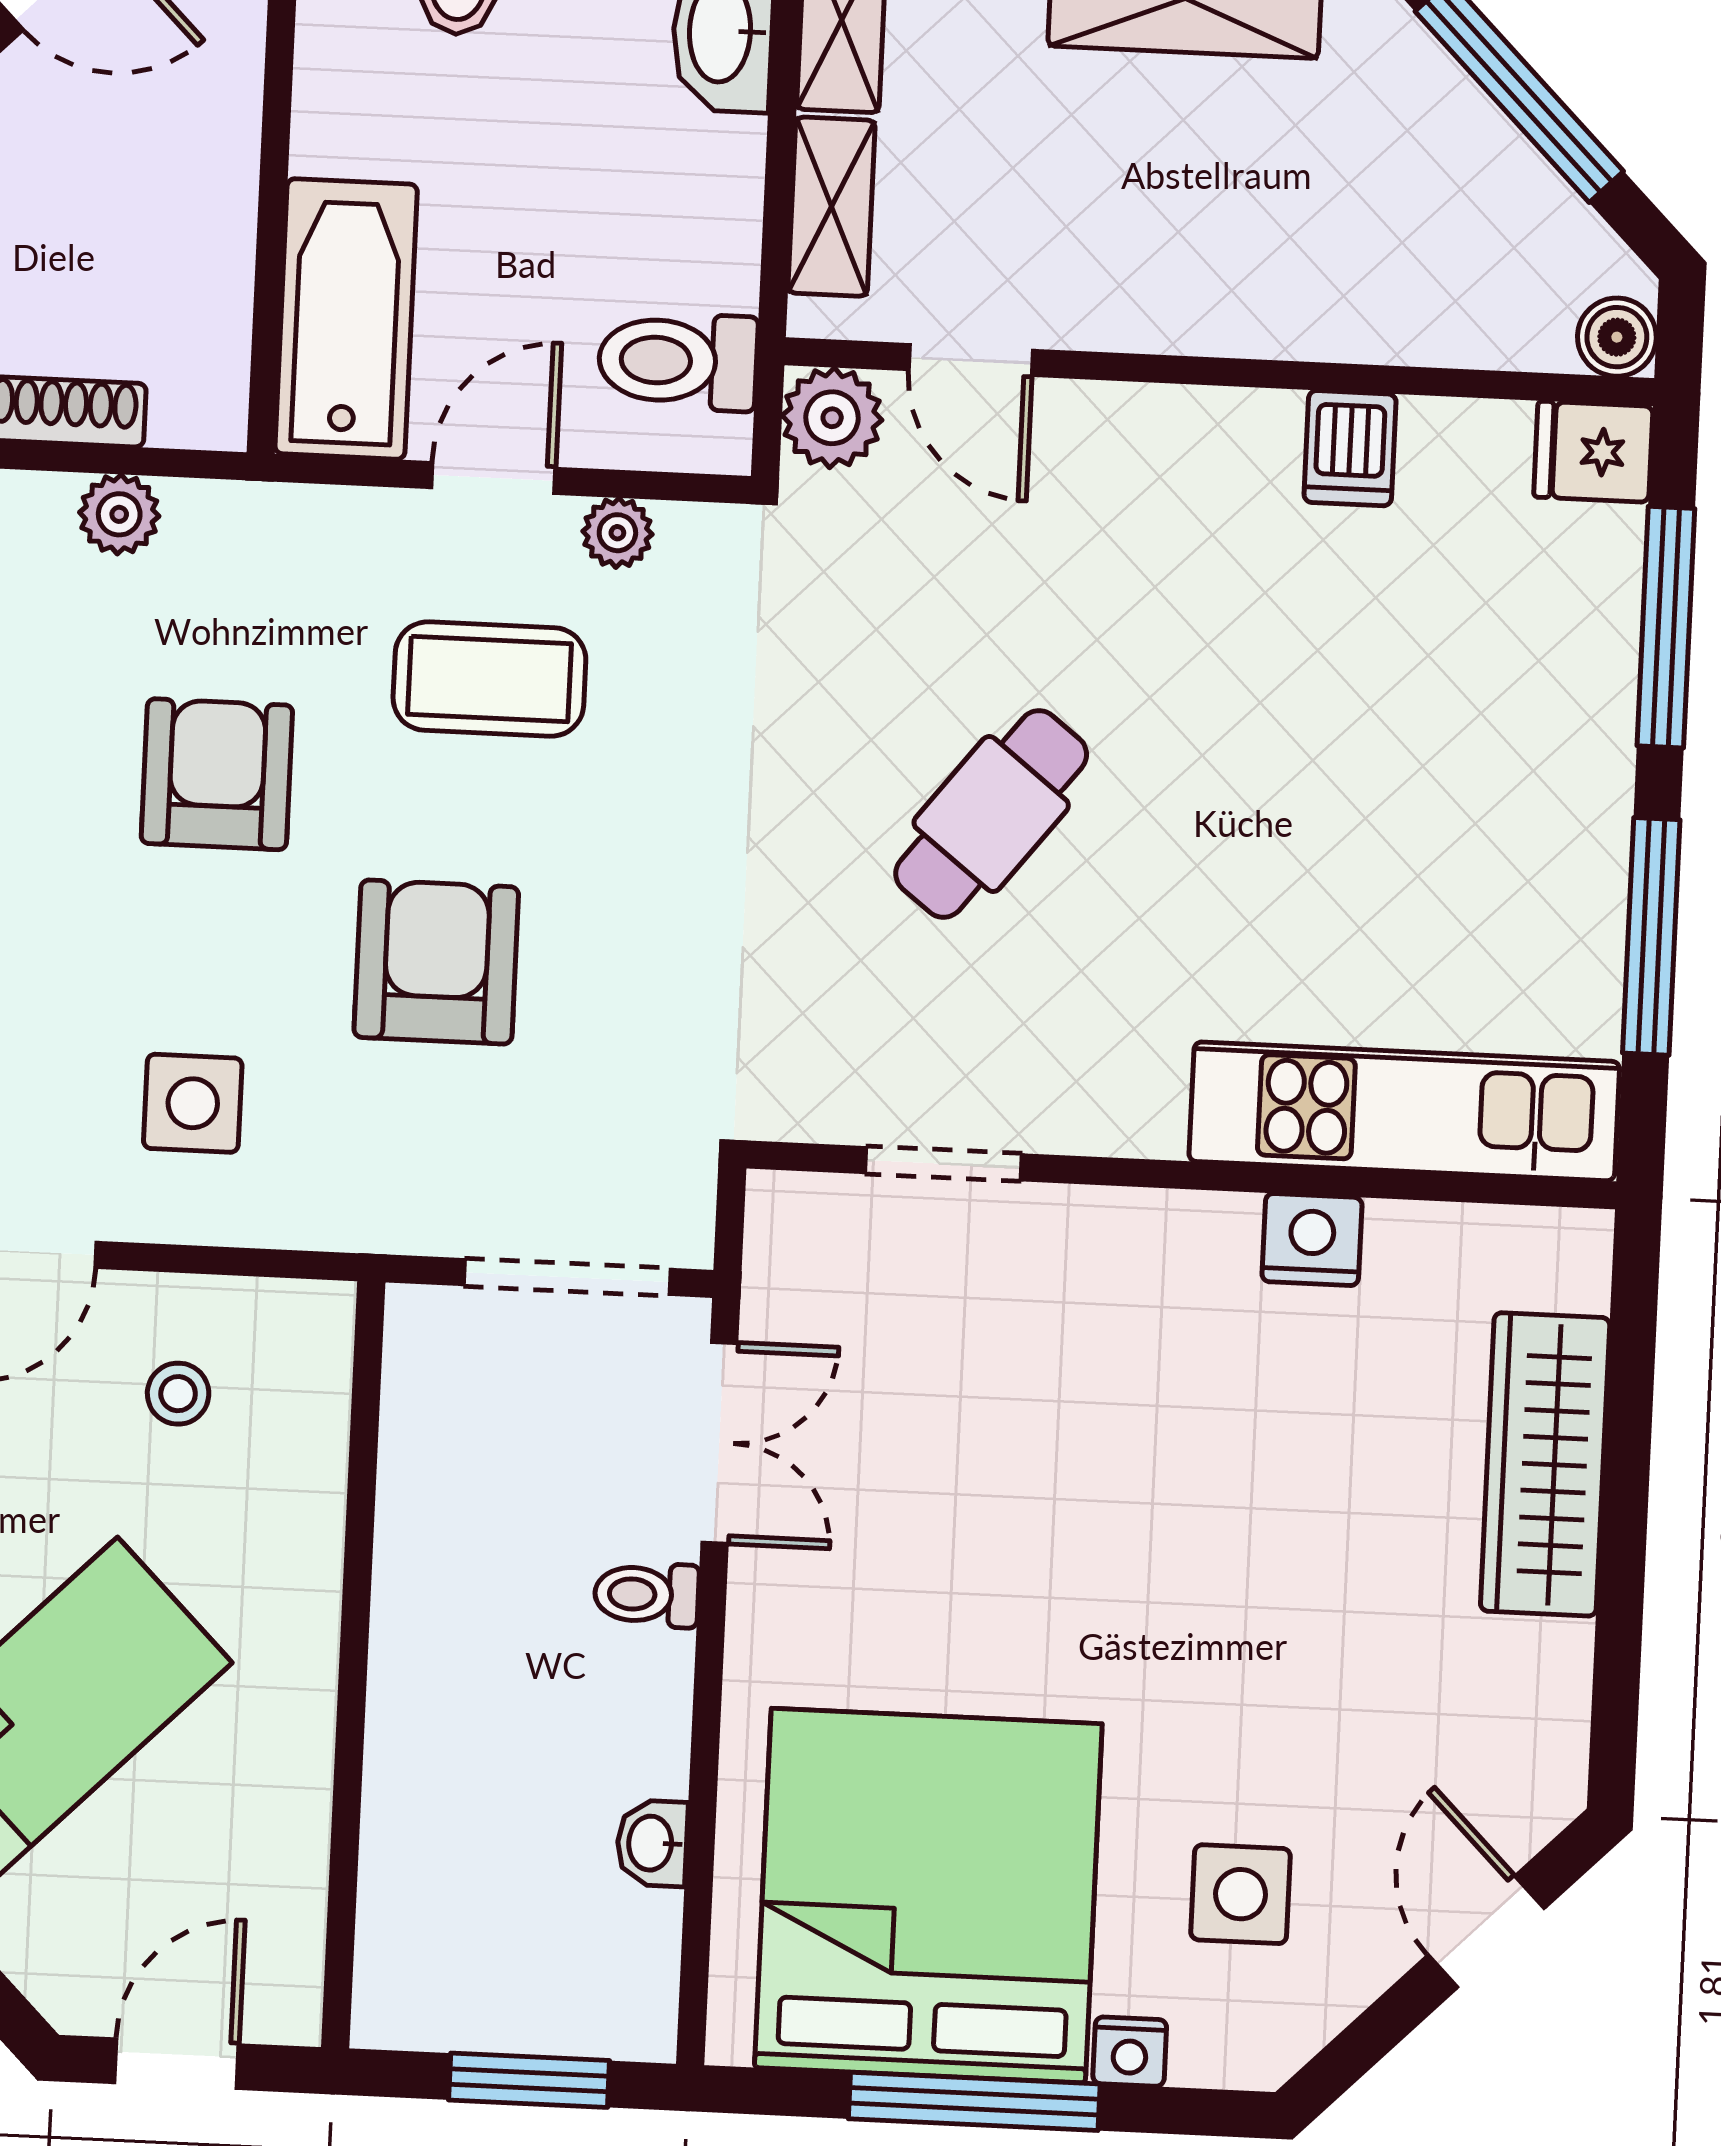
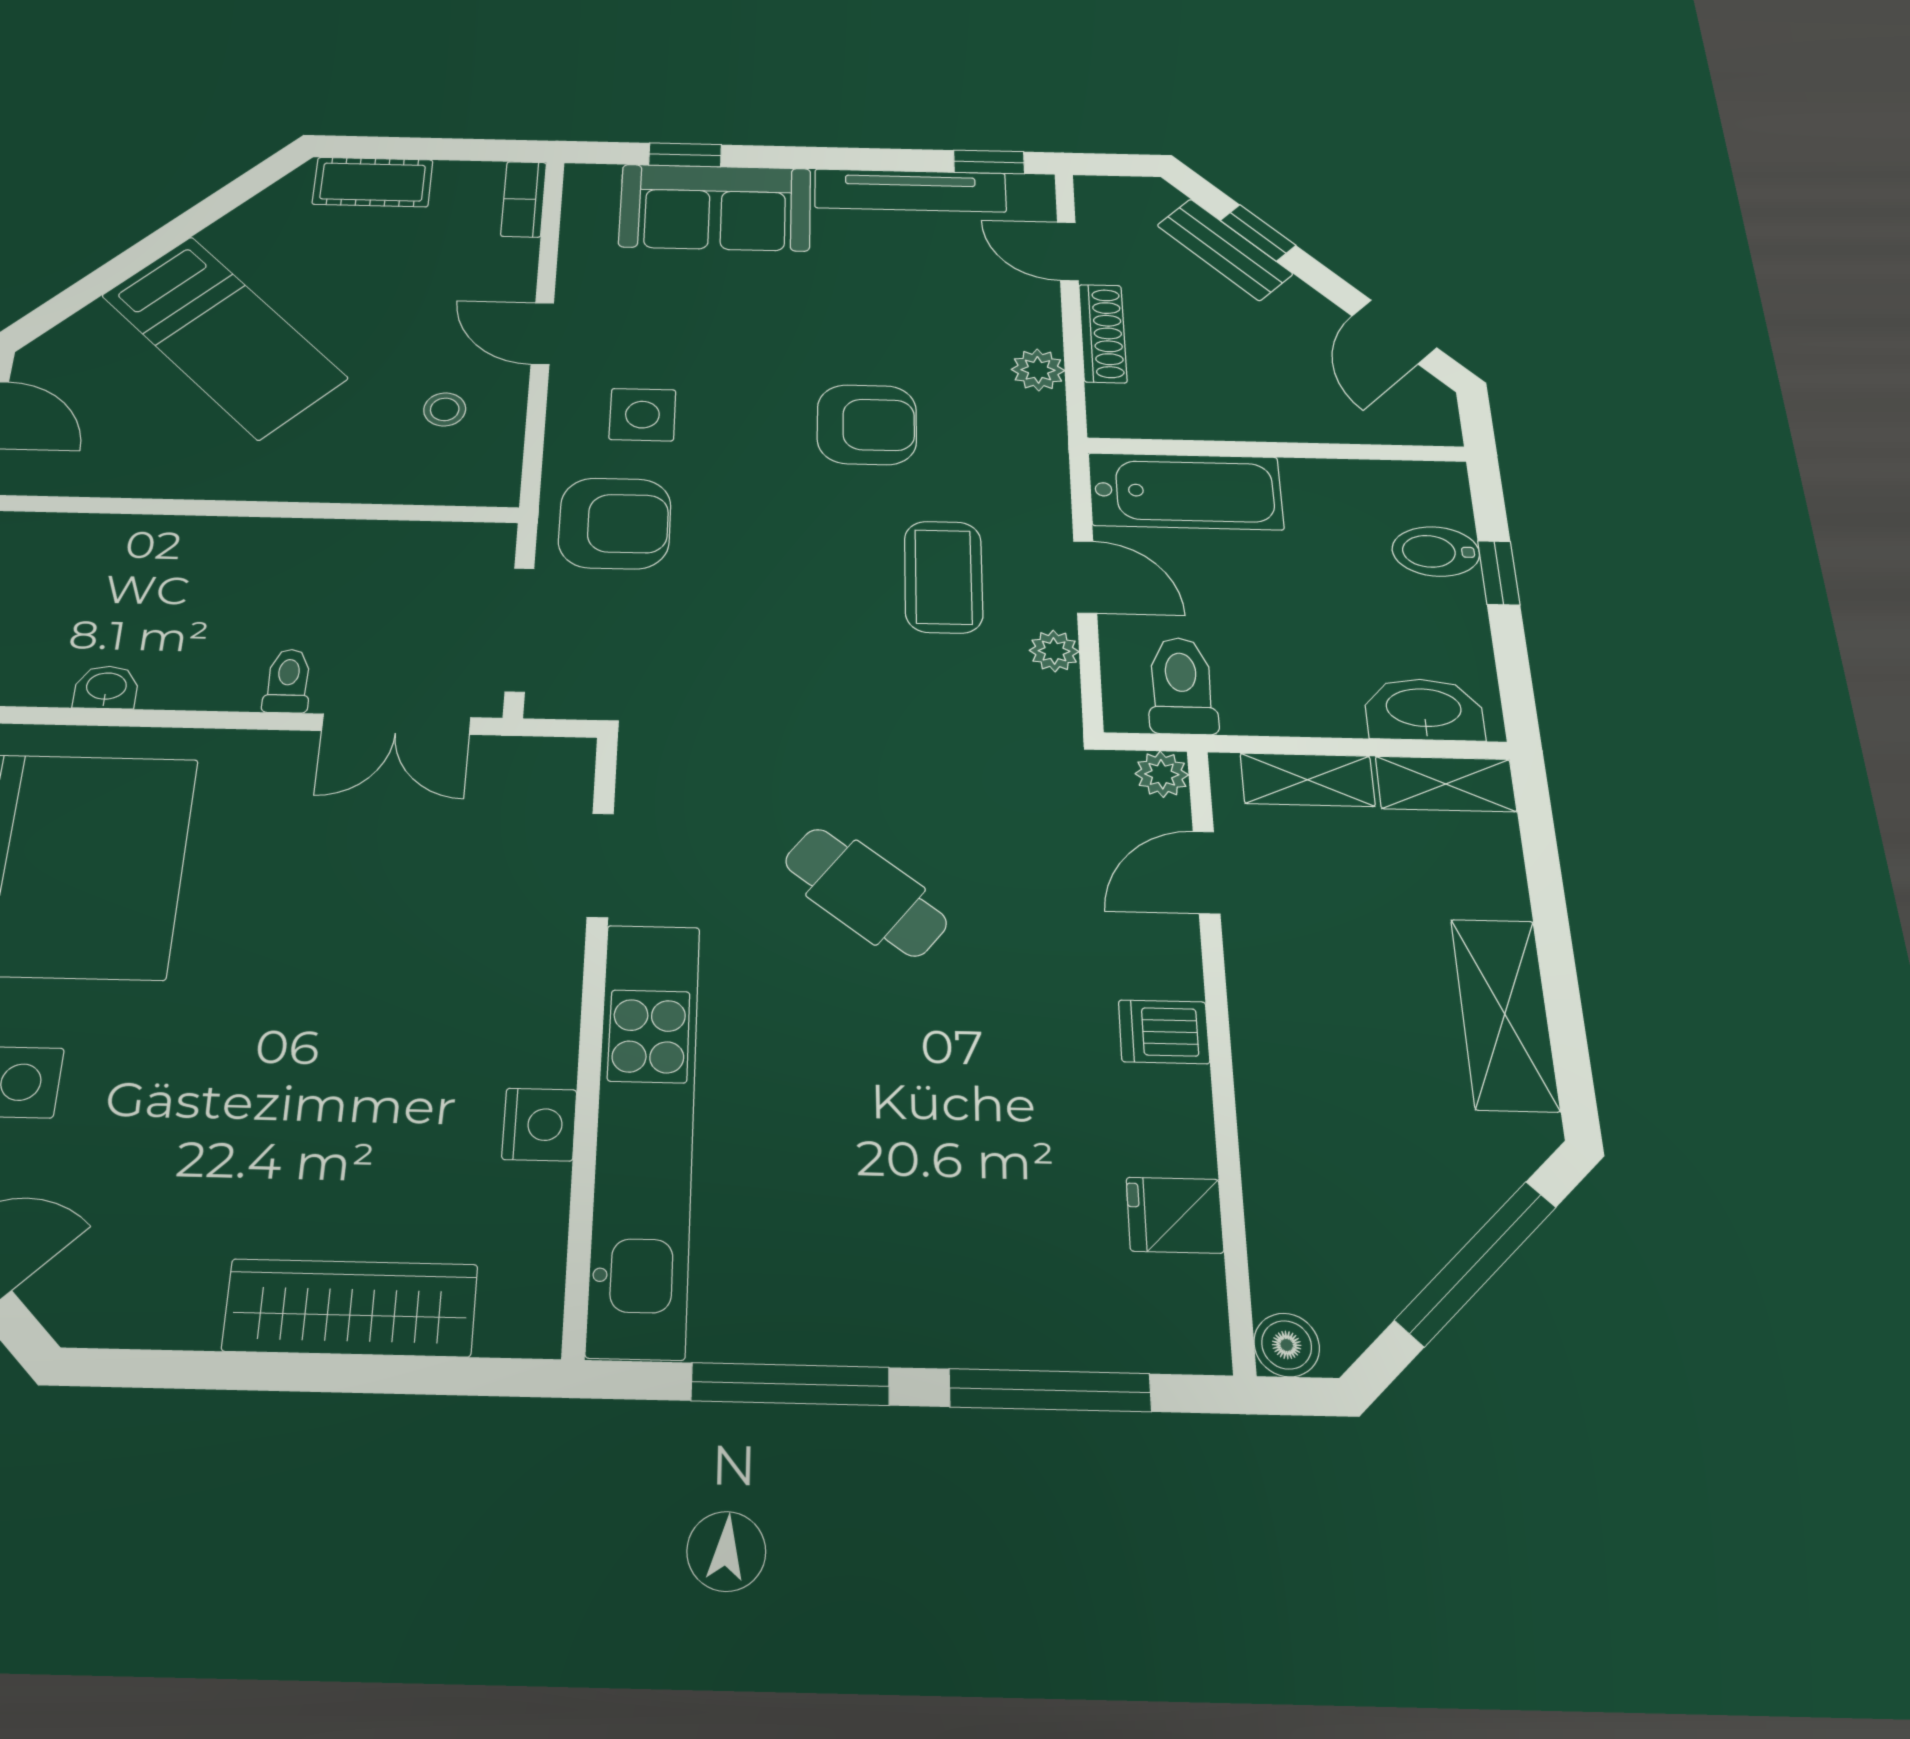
plant: (832, 418) -> (1162, 774), width x0.73, depth x0.73
dishwasher: (1350, 448) -> (1164, 1032), moved
fridge: (1593, 452) -> (1175, 1215), moved, turned -90
armchair: (436, 962) -> (615, 523), moved
kitchen unit: (1404, 1111) -> (645, 1134), width x1.36

